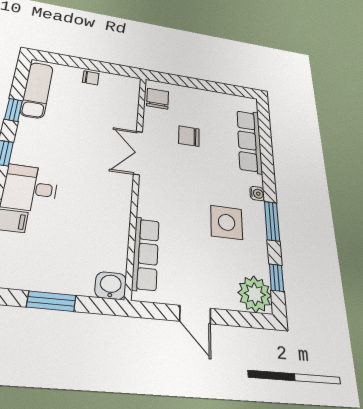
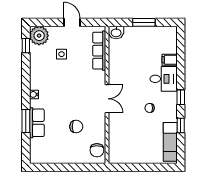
chair: (91, 78) -> (150, 108), moved
row of seats: (249, 141) -> (37, 123), width x0.68
double door: (138, 153) -> (107, 99), moved
window: (272, 221) -> (26, 121), moved
side table: (227, 222) -> (62, 54), moved, width x0.54, depth x0.54

